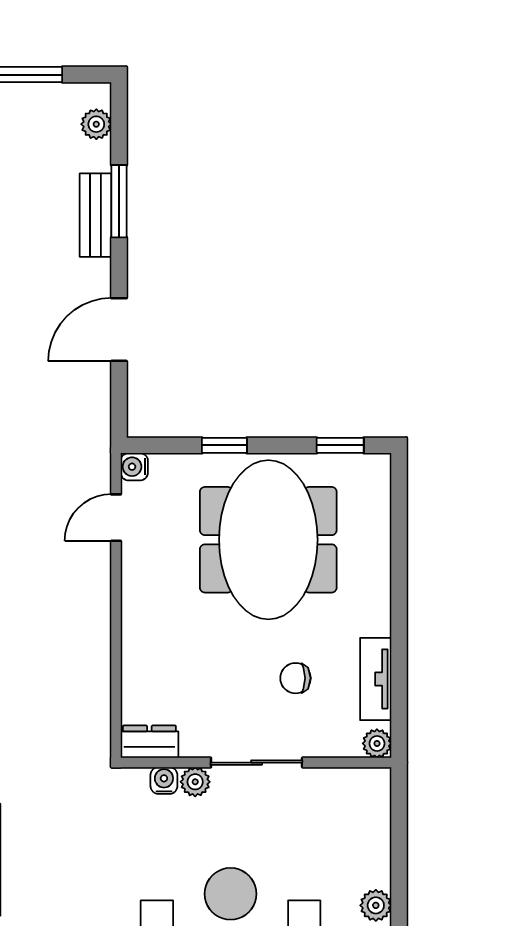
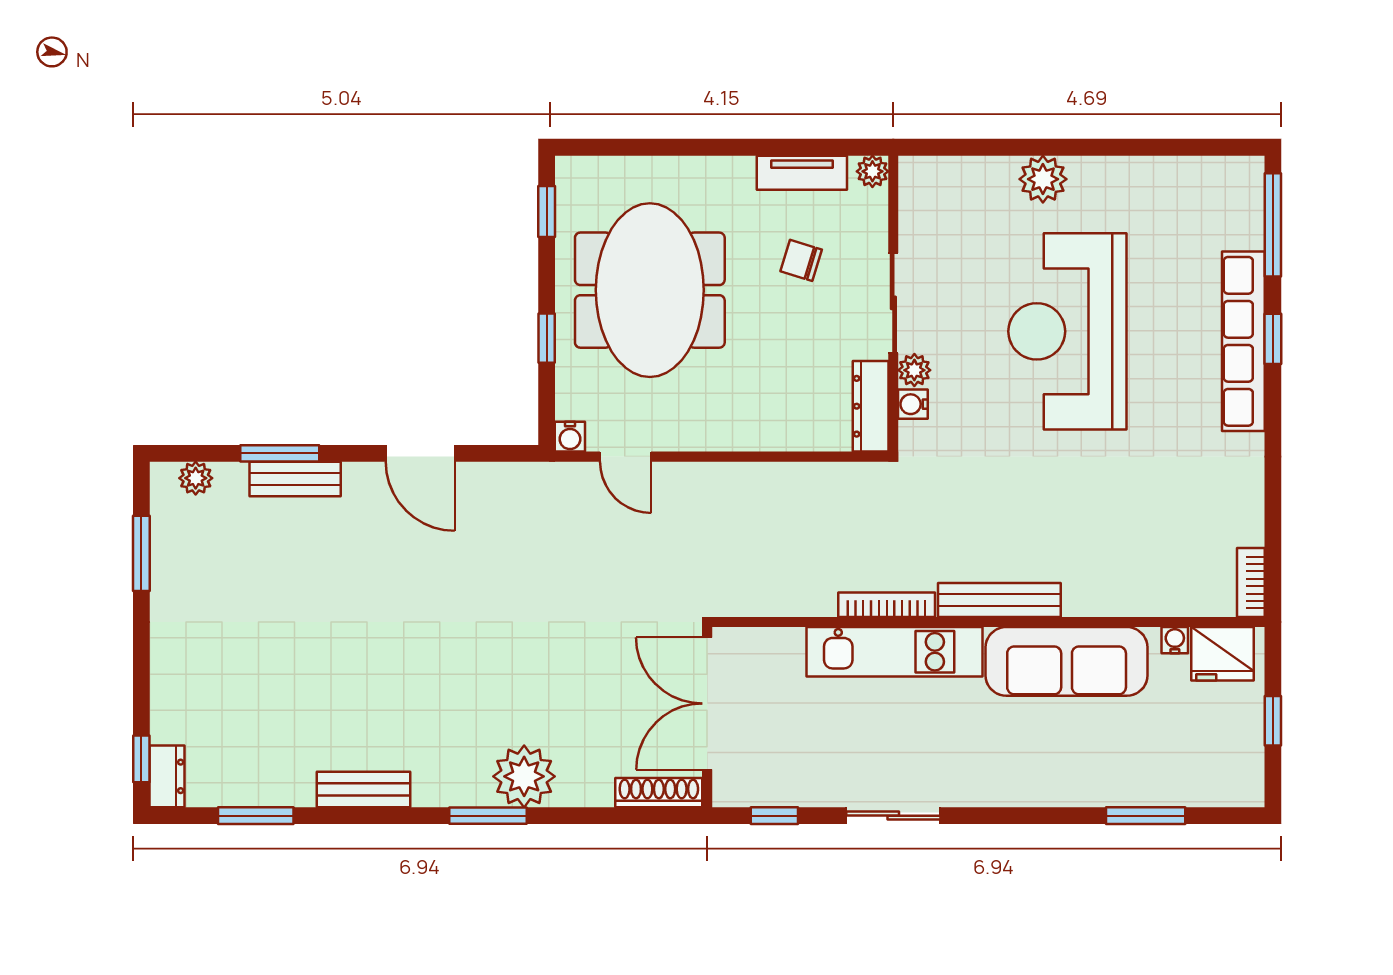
meeting table: (268, 540) -> (650, 290), turned 90
chair: (295, 678) -> (801, 260), turned 107
dresser: (149, 742) -> (871, 406), width x1.44
plant: (376, 905) -> (1043, 179), width x1.38, depth x1.38

